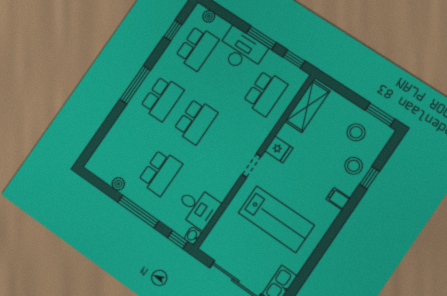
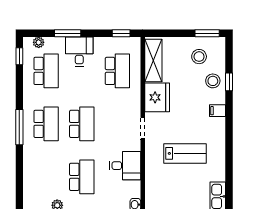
window: (173, 31) -> (19, 56), moved
window: (261, 38) -> (68, 33), moved
desk: (241, 50) -> (79, 52), width x0.73
fridge: (279, 149) -> (157, 97), width x1.88, depth x1.34
desk: (198, 207) -> (125, 166), moved
lab bench: (276, 219) -> (185, 153), width x0.73, depth x0.72

